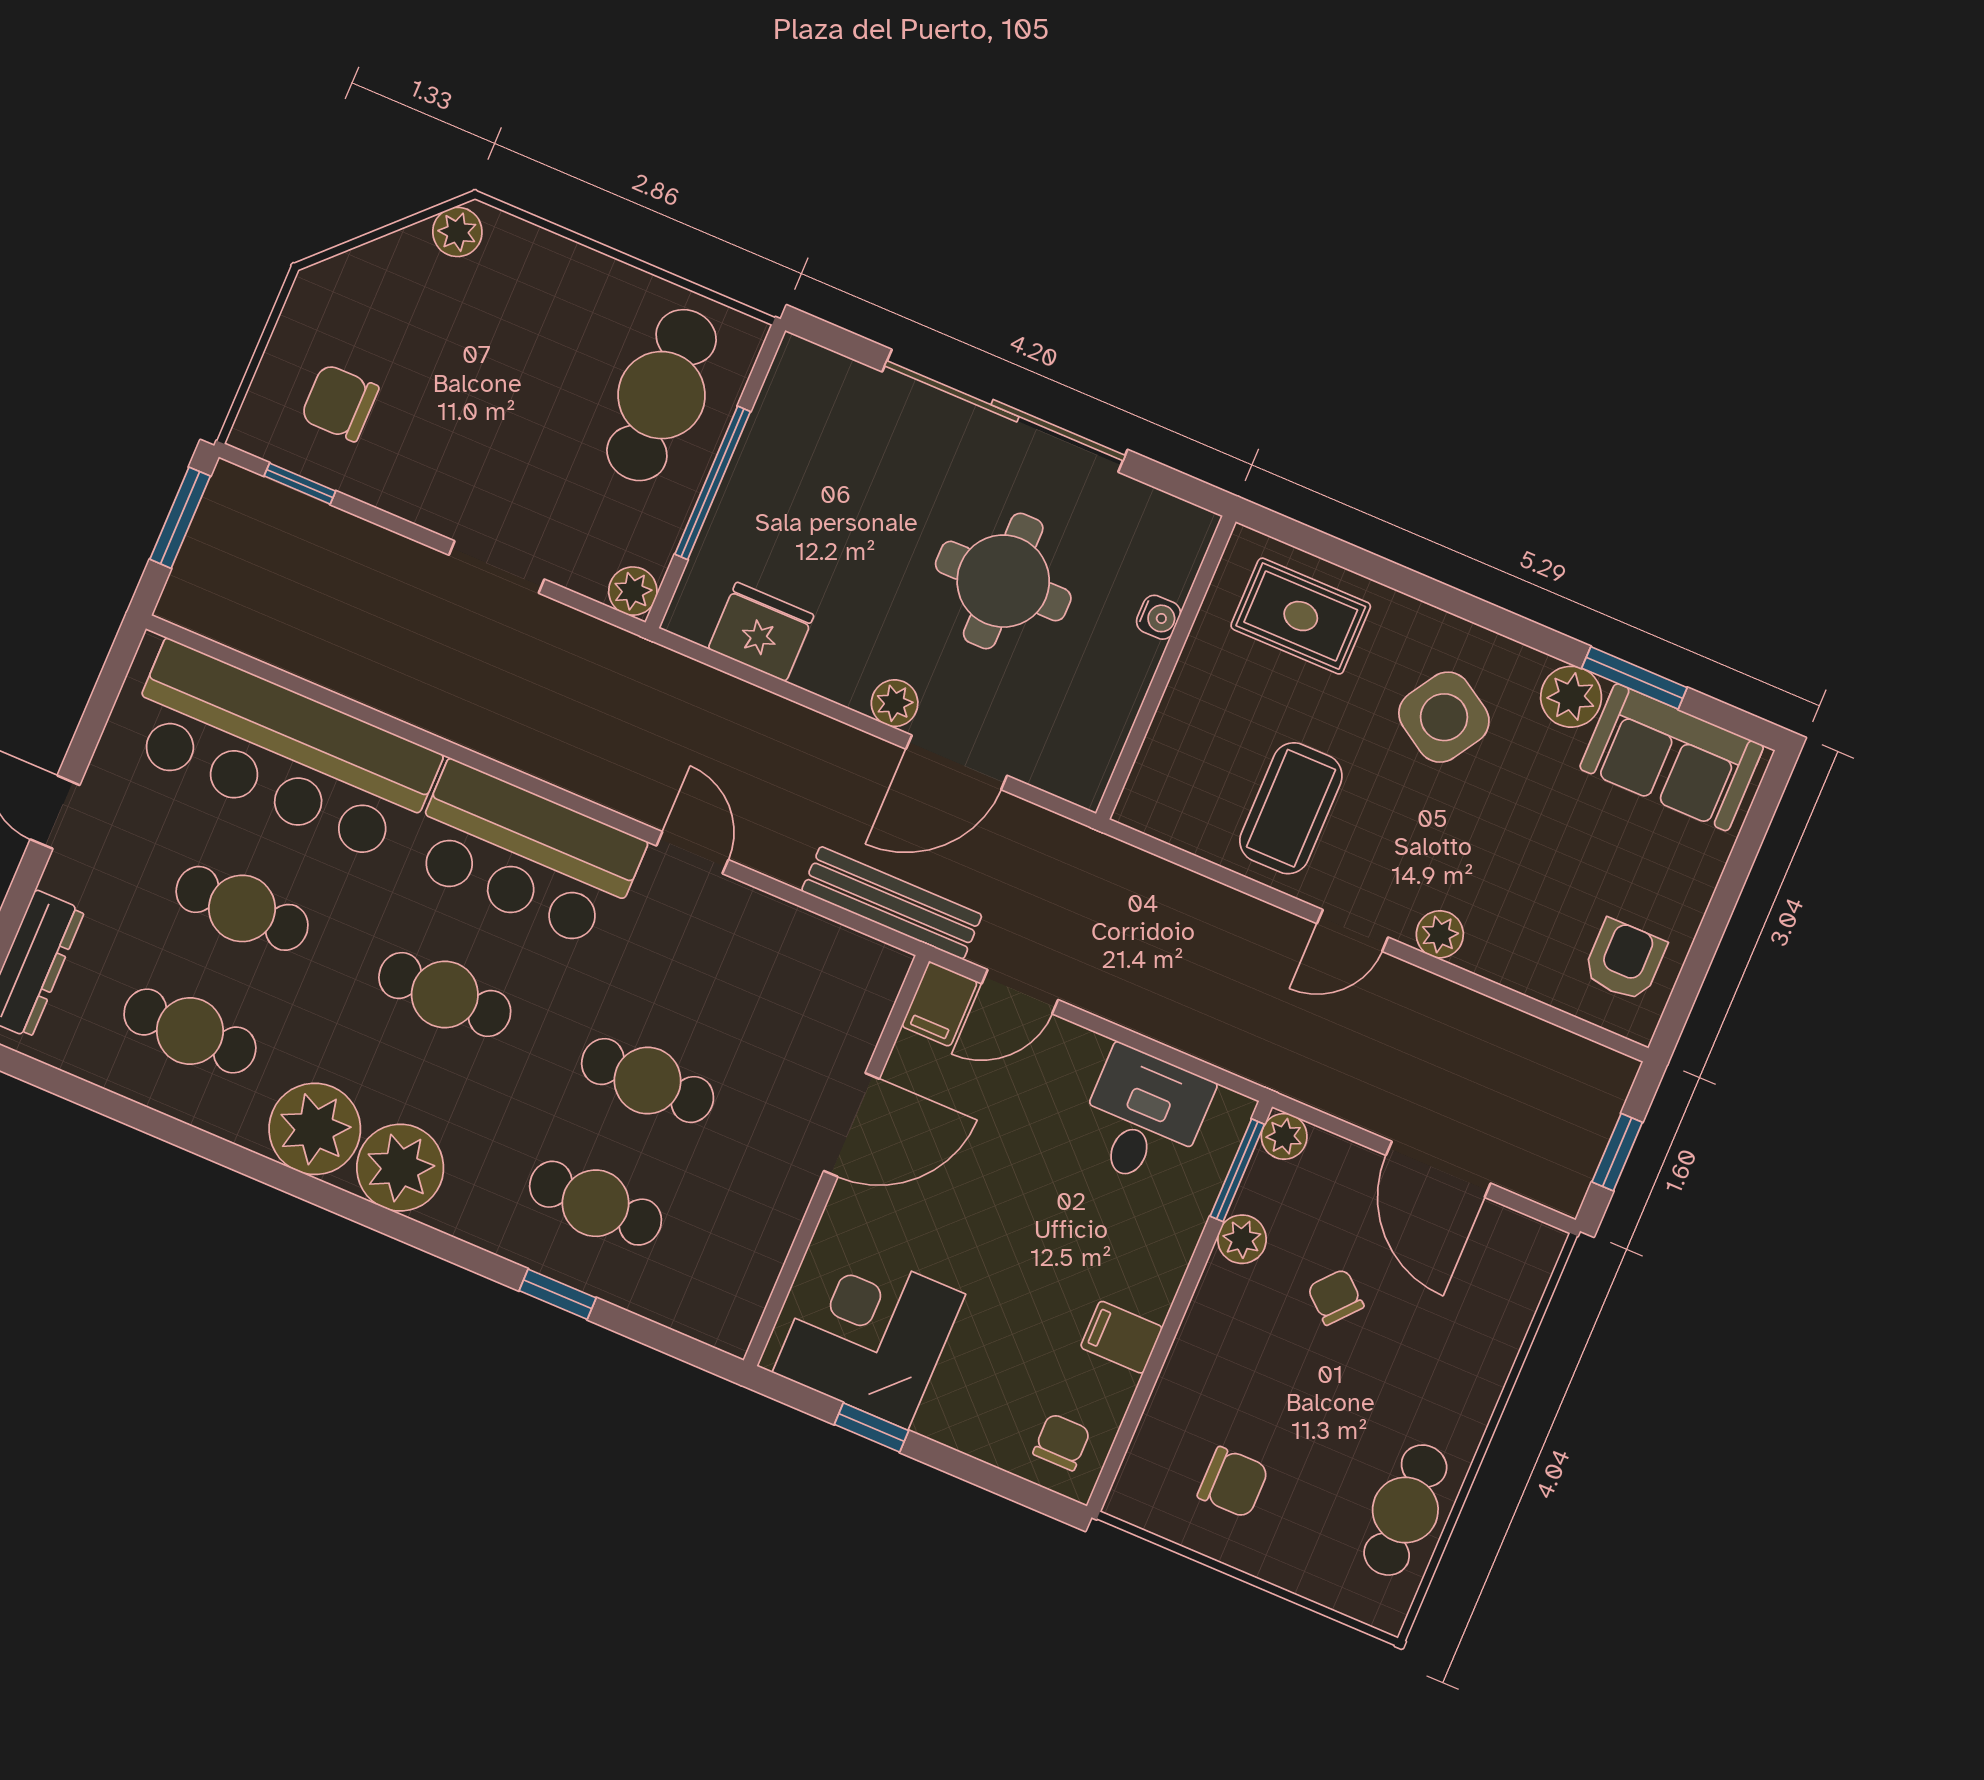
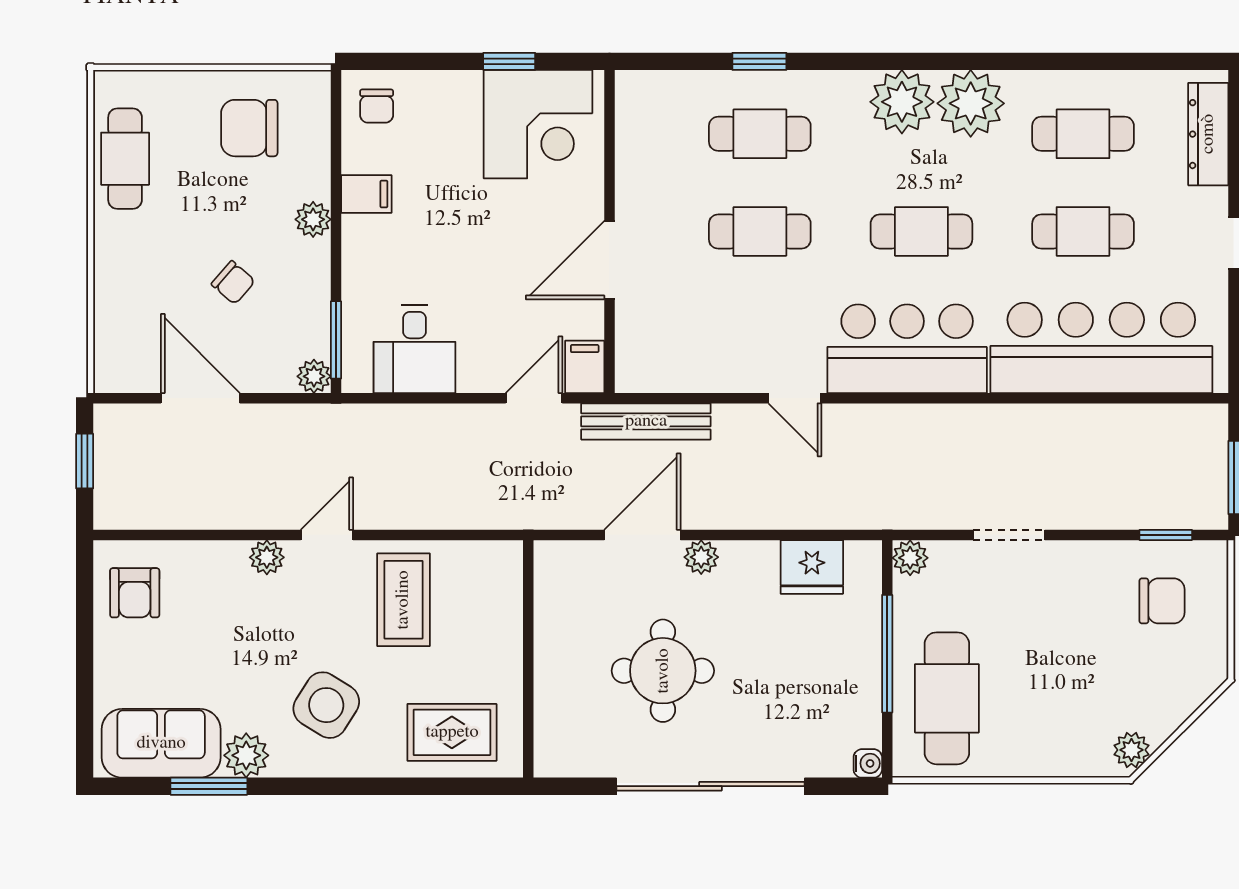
water cooler: (1158, 617) -> (868, 763), moved, turned 180
plant: (1242, 1239) -> (313, 219), moved
chair: (1233, 1482) -> (249, 128), width x1.37, depth x1.37

